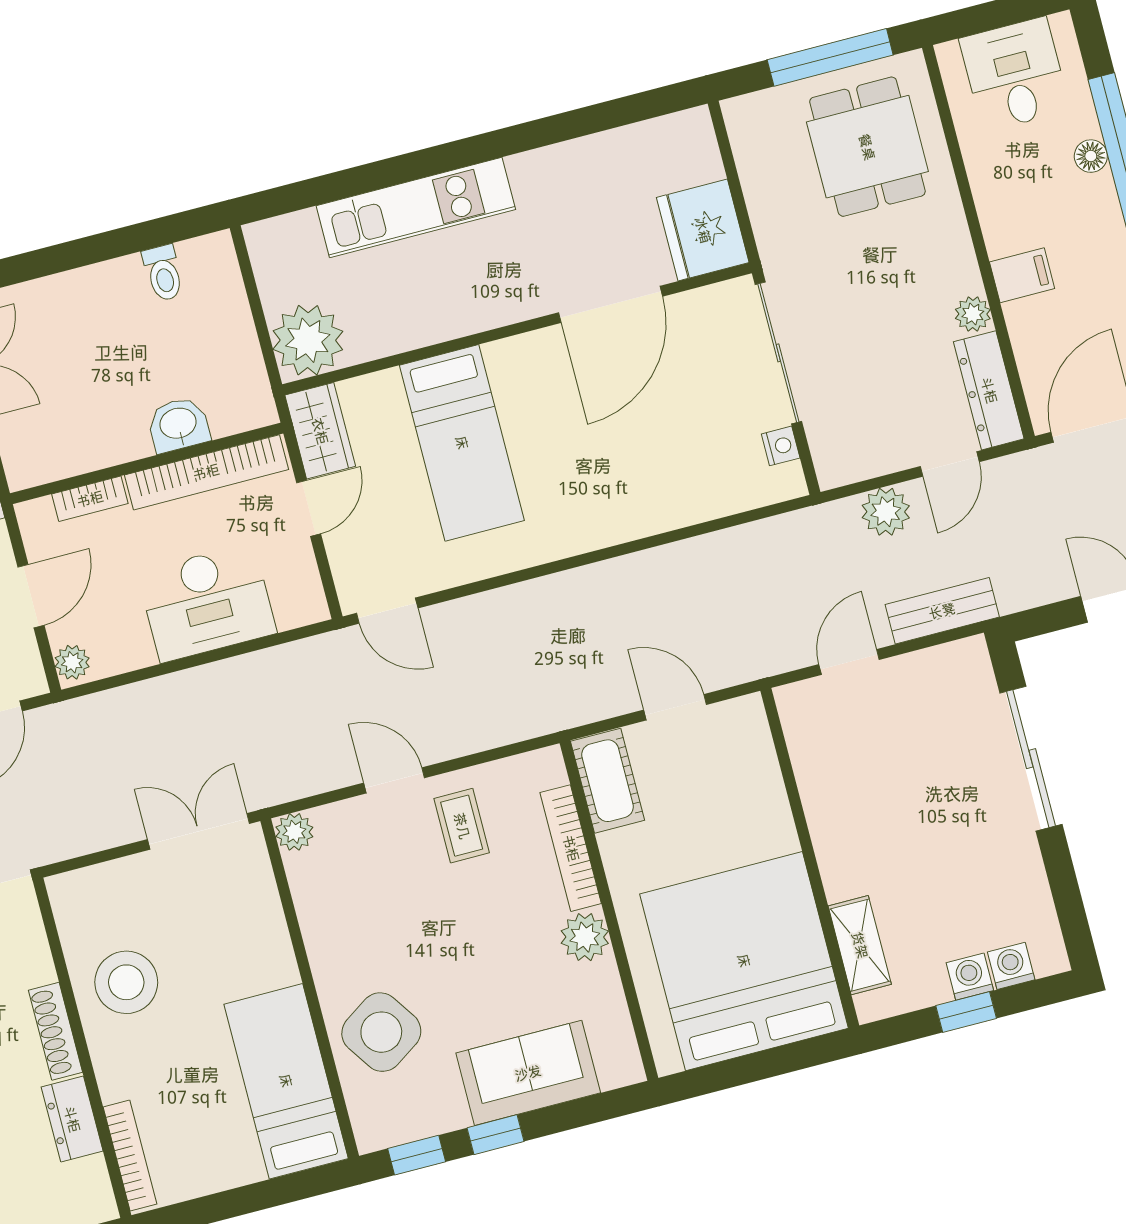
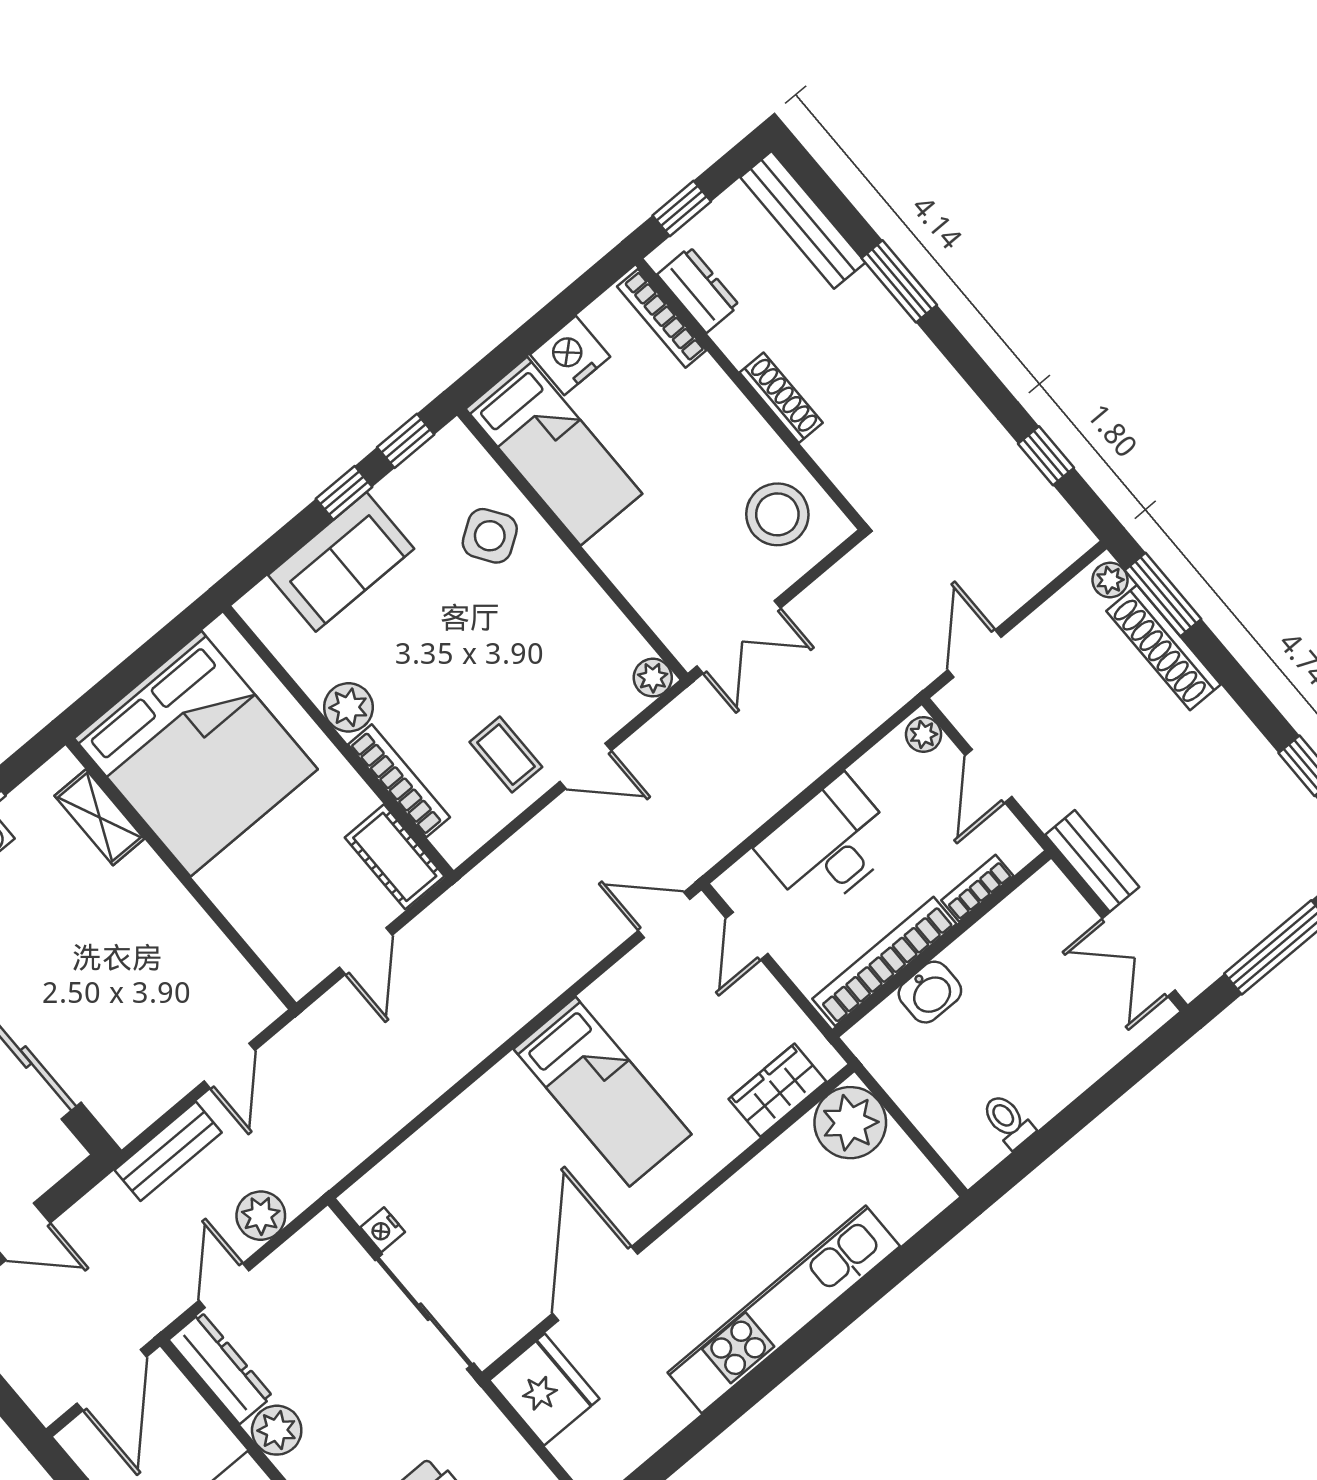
kitchen unit: (416, 208) -> (784, 1309), width x1.36
plant: (973, 314) -> (277, 1430), width x1.38, depth x1.38
wardrobe: (320, 431) -> (777, 1090), moved, turned 90
bed: (462, 443) -> (603, 1092), moved, turned 180
door: (309, 508) -> (747, 936), moved
door: (675, 707) -> (366, 951), hinge flipped
stool: (126, 982) -> (777, 514), moved
side table: (381, 1032) -> (490, 536), width x0.73, depth x0.73
dresser: (72, 1119) -> (698, 290), moved
nightstand: (230, 1161) -> (570, 356), added

